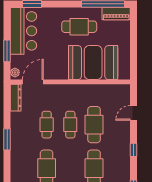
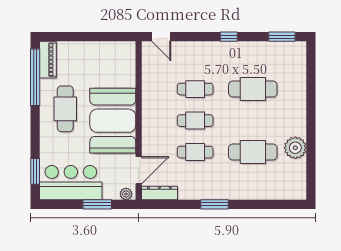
booth: (93, 63) -> (113, 121), moved
door: (33, 82) -> (139, 170), swing flipped
door: (134, 113) -> (161, 37), moved
cafe table: (94, 125) -> (195, 89), width x0.73, depth x0.74

